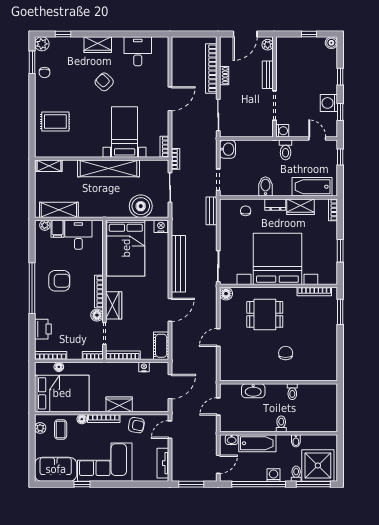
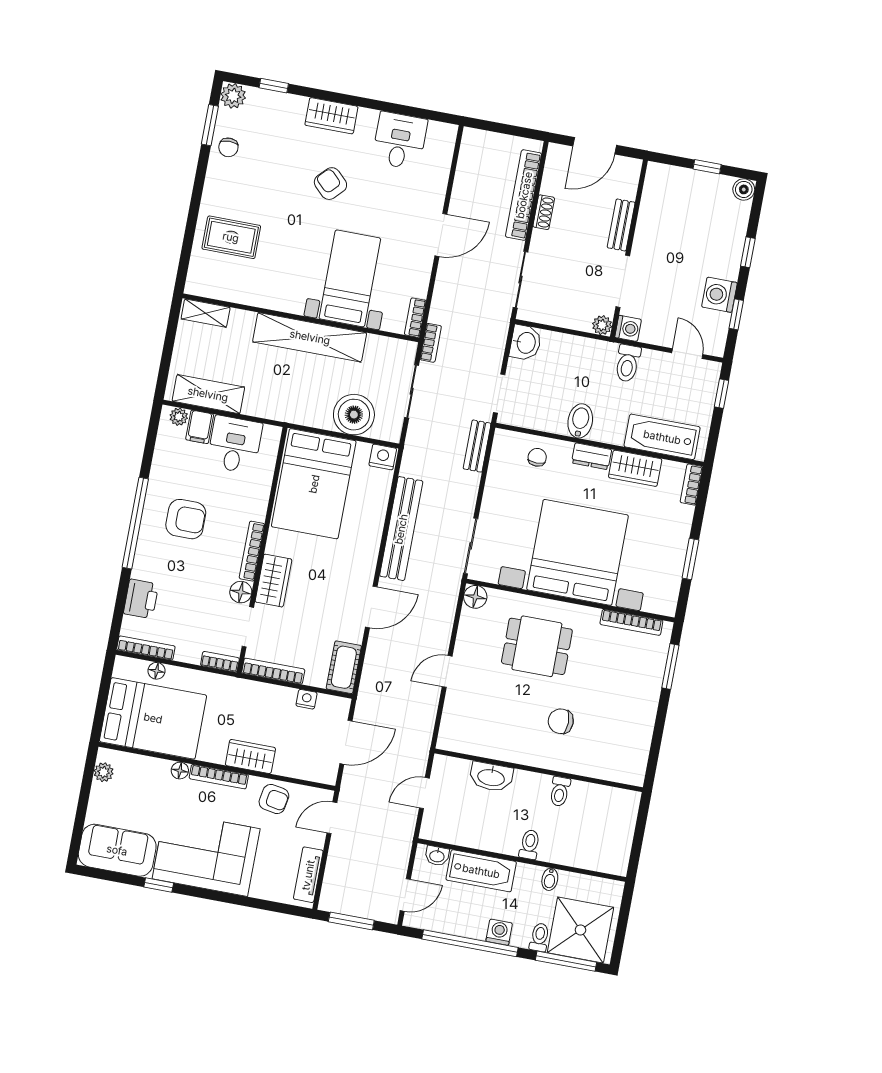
plant: (268, 45) -> (602, 325), moved
chair: (286, 353) -> (561, 721), turned -90
coffee table: (61, 429) -> (139, 782), removed

